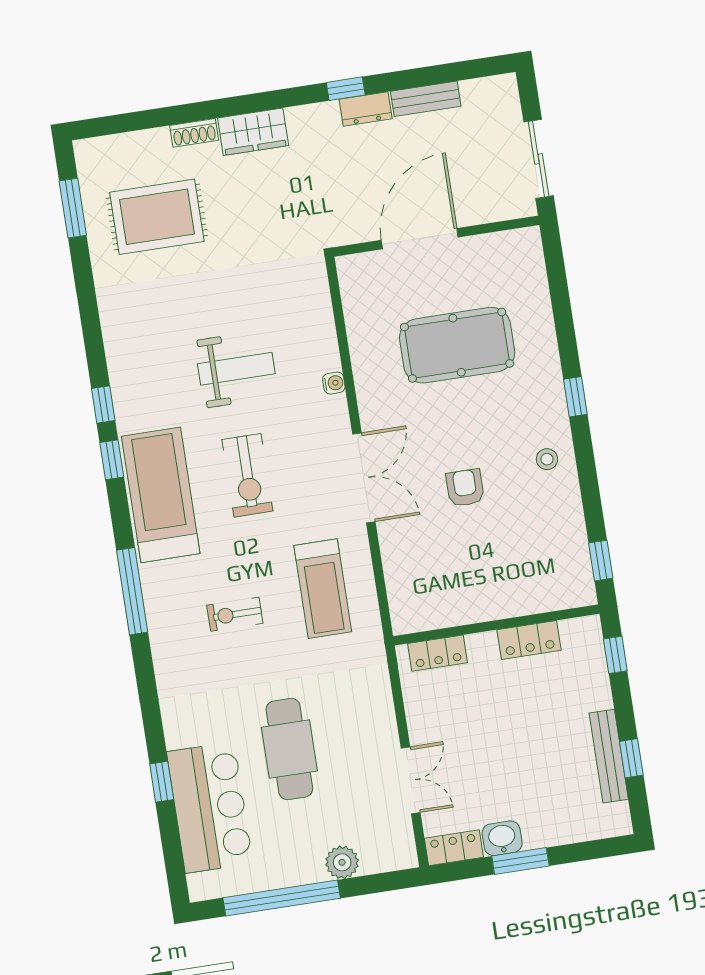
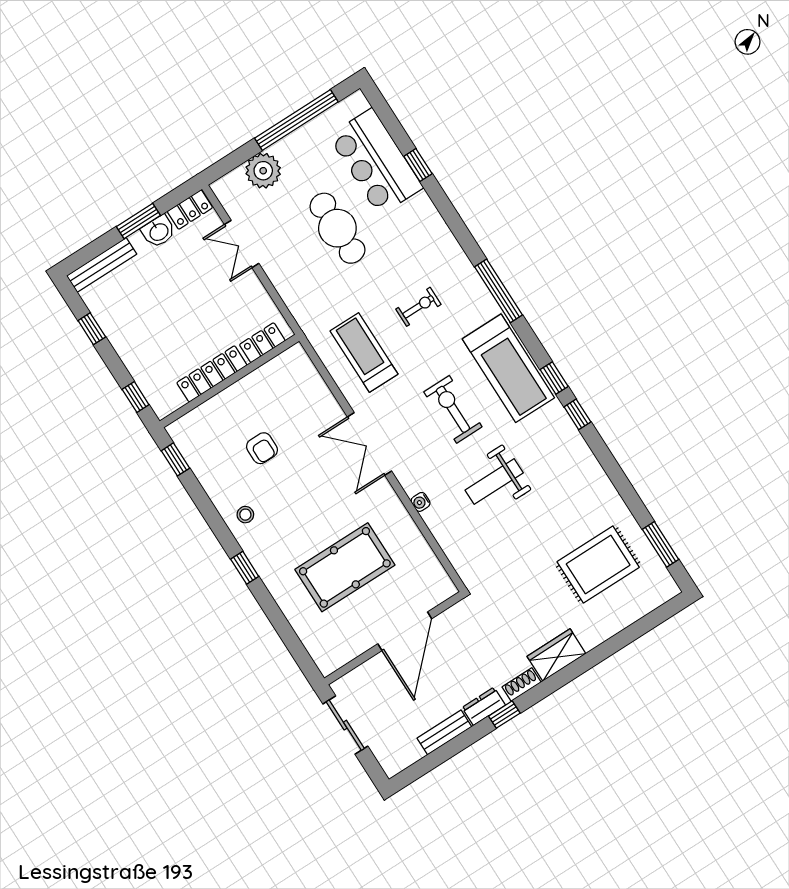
shoe rack: (194, 133) -> (522, 685), moved
armchair: (465, 488) -> (262, 448), moved
locker: (529, 640) -> (212, 374), width x1.53
bench: (609, 756) -> (102, 265), moved, turned 90
plant: (342, 862) -> (263, 171), width x1.36, depth x1.36

